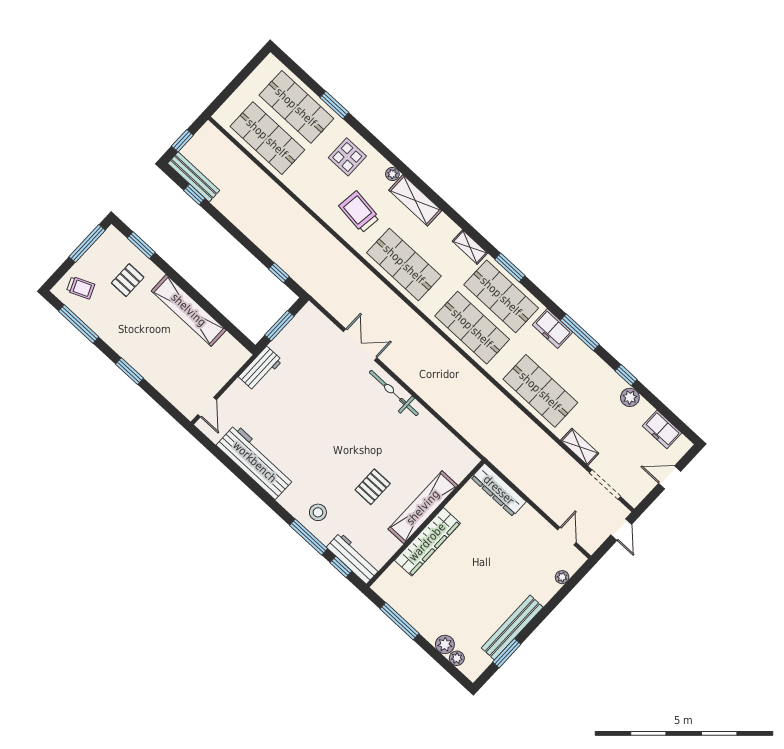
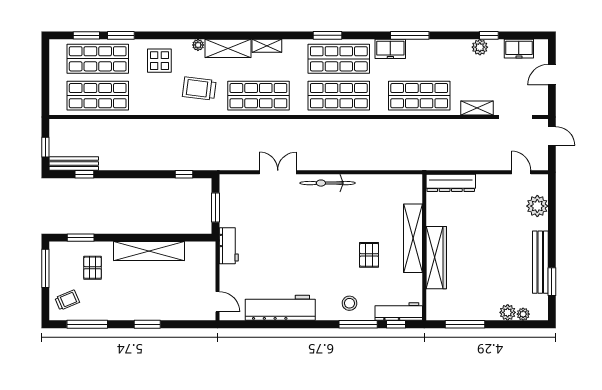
window: (305, 78) -> (86, 35), added
shelving: (470, 247) -> (267, 46), moved
window: (626, 375) -> (489, 35), moved
plant: (562, 577) -> (537, 206), width x1.88, depth x1.88

